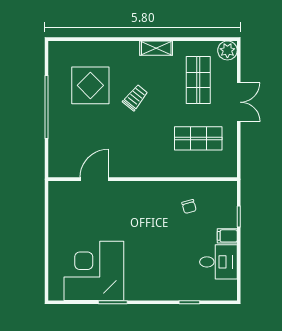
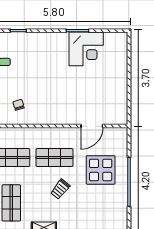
display table: (90, 85) -> (101, 170), moved
shop shelf: (143, 138) -> (54, 158), added
corner desk: (94, 271) -> (86, 49), width x0.74, depth x0.74

